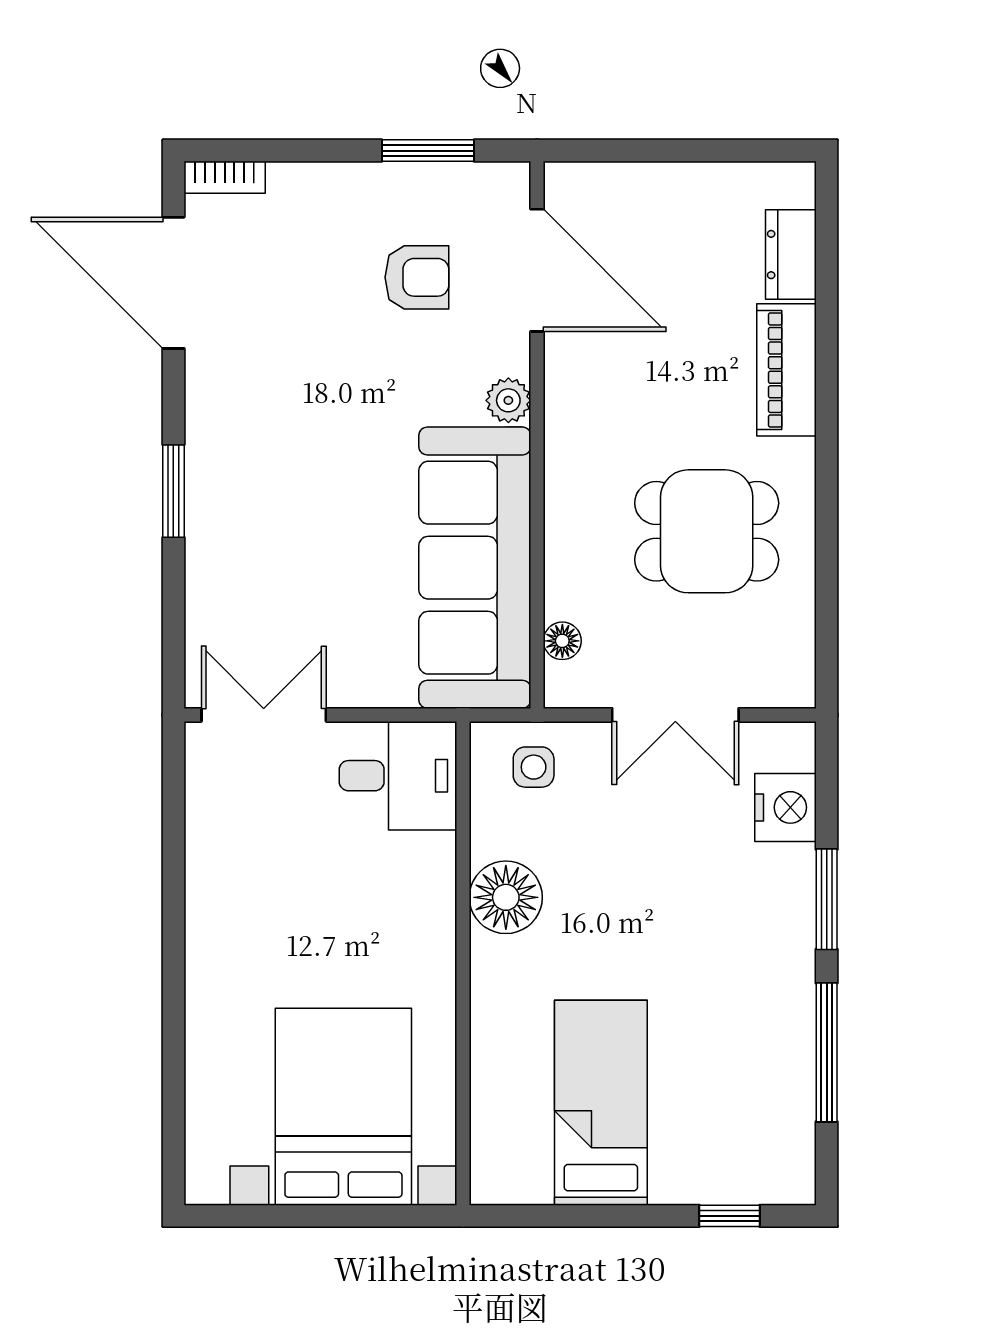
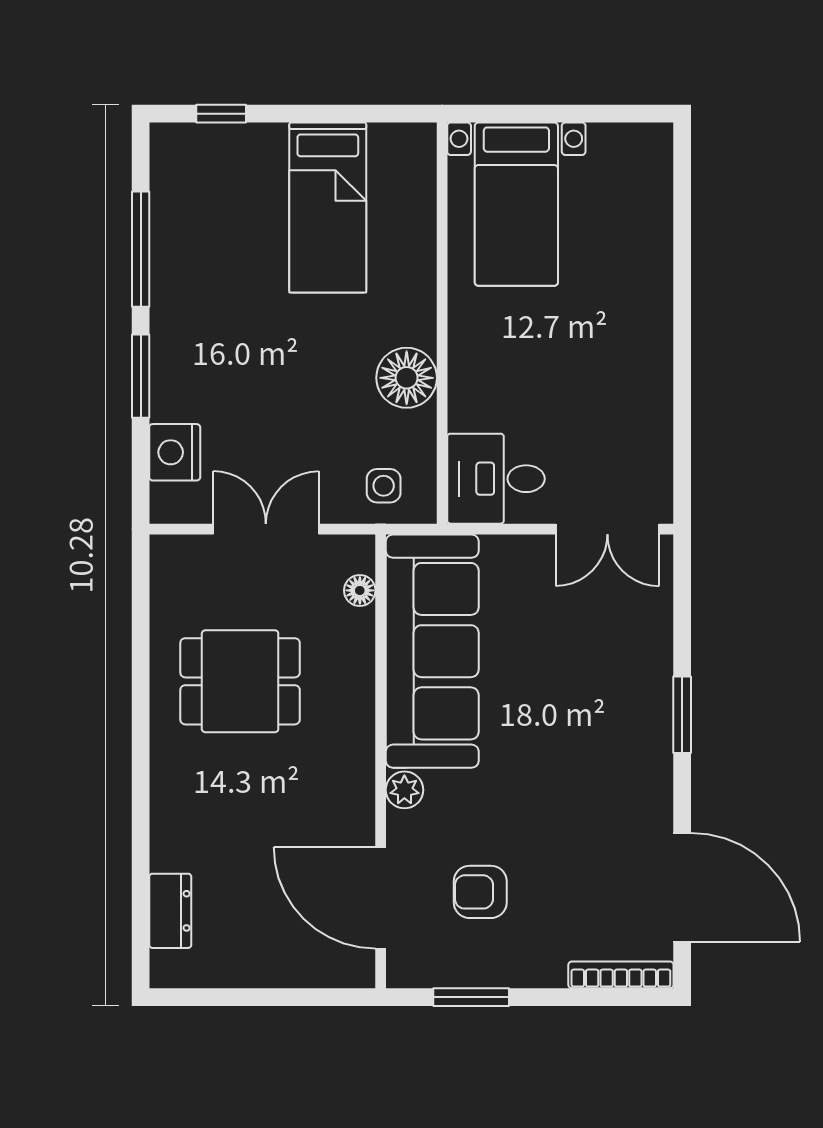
bookcase: (225, 177) -> (621, 975), width x1.56
piano: (786, 370) -> (174, 815), removed
bed with nightstands: (343, 1107) -> (516, 204), width x0.73

